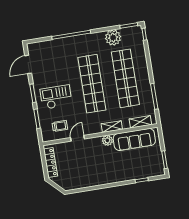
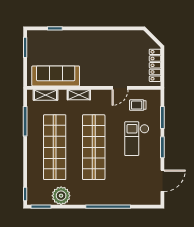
checkout: (56, 97) -> (137, 139), turned 90
plant: (107, 140) -> (86, 80), removed

